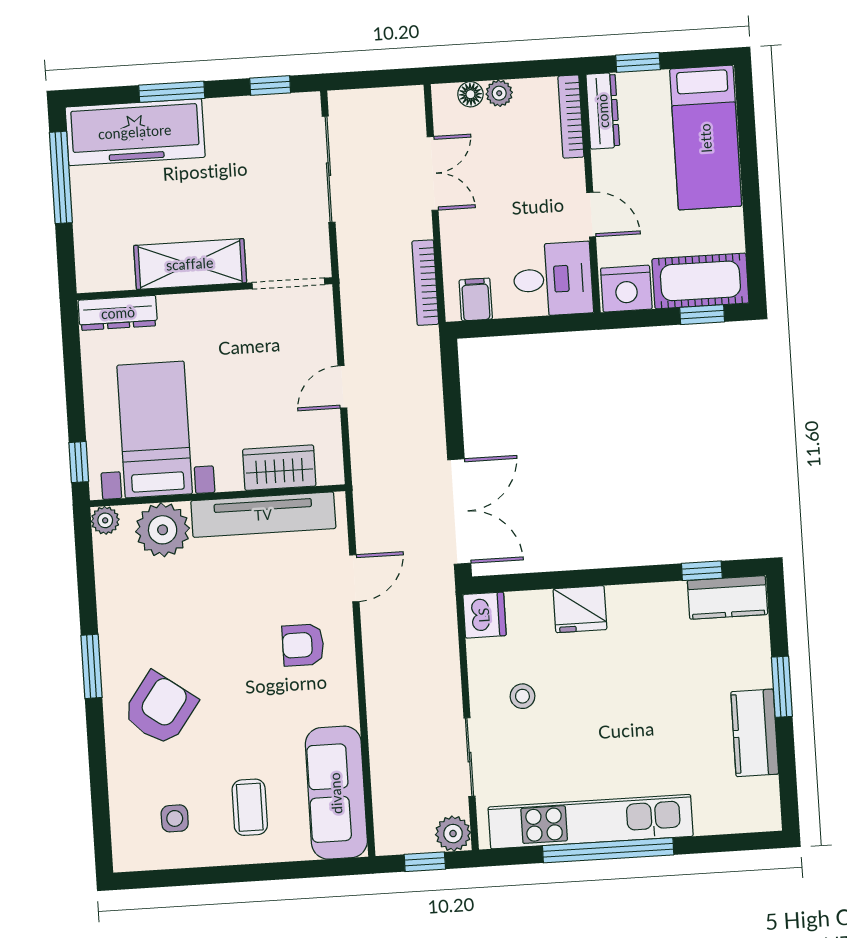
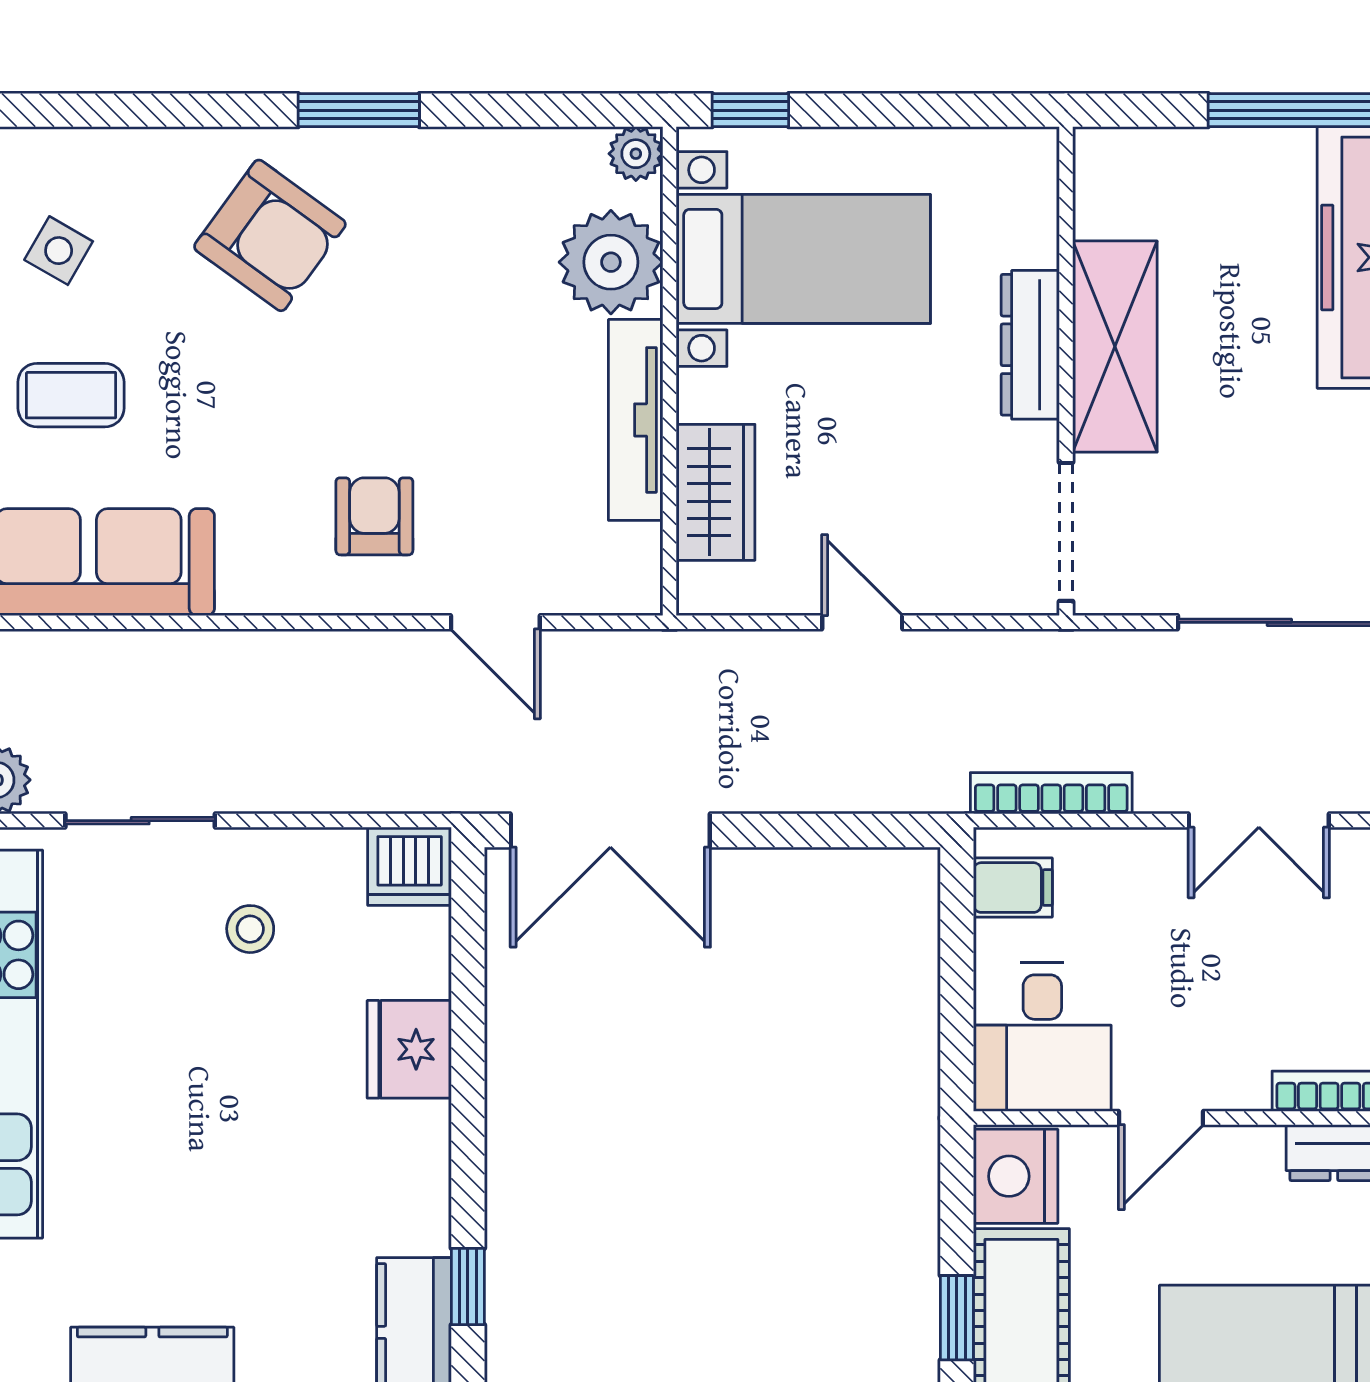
dresser: (118, 313) -> (1030, 345), moved
tv unit: (263, 515) -> (636, 420), width x0.73, depth x0.78
side table: (175, 818) -> (59, 251), turned 30

